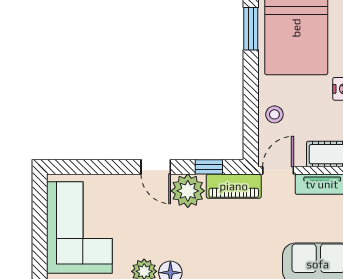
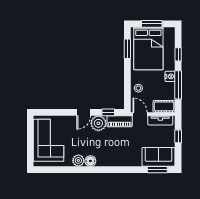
door: (156, 167) -> (84, 112), hinge flipped
door: (278, 170) -> (140, 114), hinge flipped

